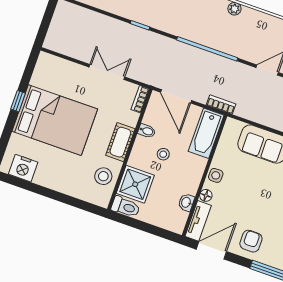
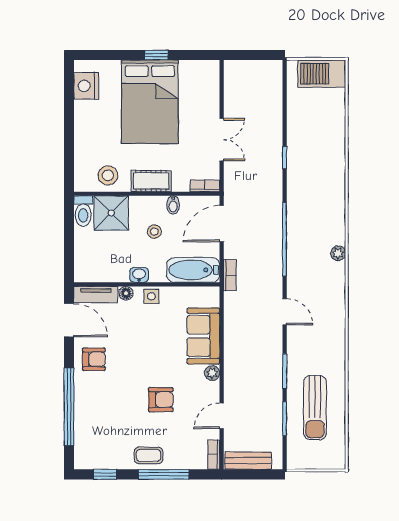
washbasin: (186, 202) -> (139, 275), moved

